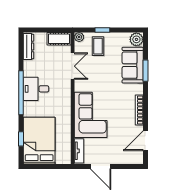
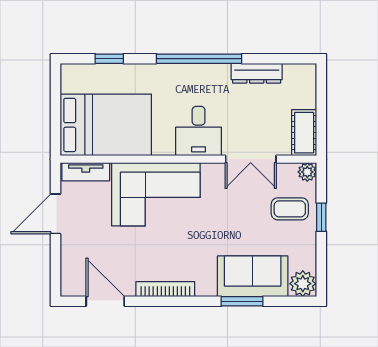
dresser: (28, 46) -> (257, 73), moved
desk: (36, 89) -> (199, 131), moved, turned 180
bed: (39, 141) -> (106, 125), moved

